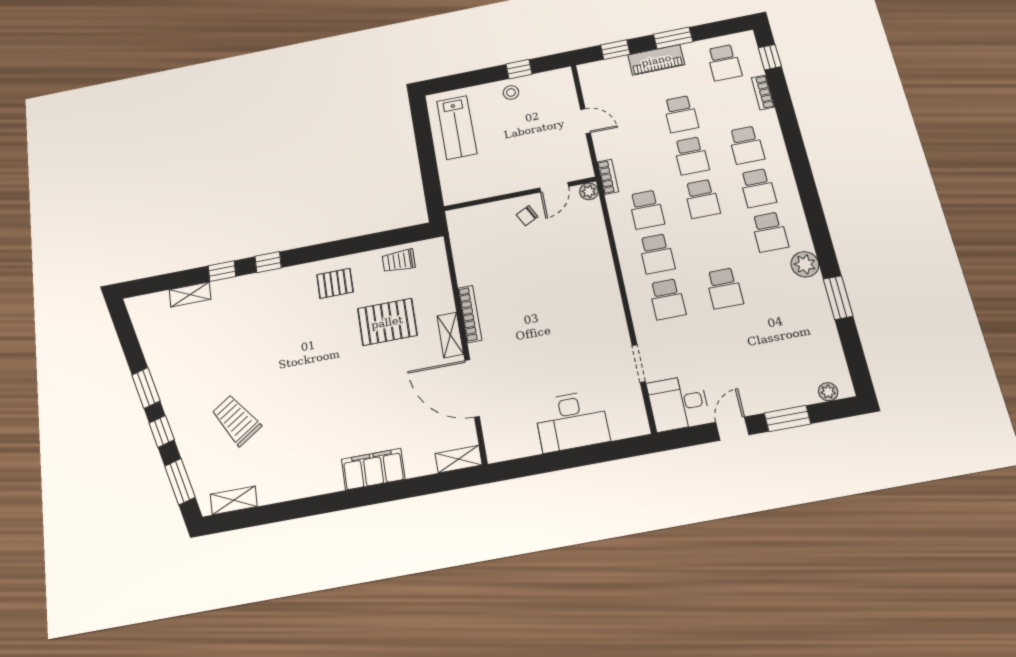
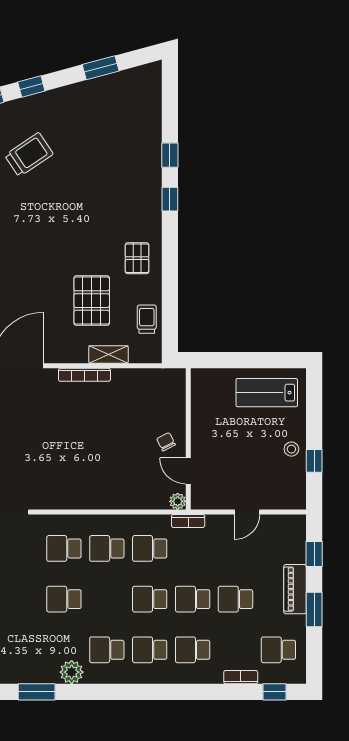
shelving: (190, 294) -> (153, 123), removed
shelving: (450, 335) -> (108, 355), moved
window: (146, 388) -> (101, 68), moved

